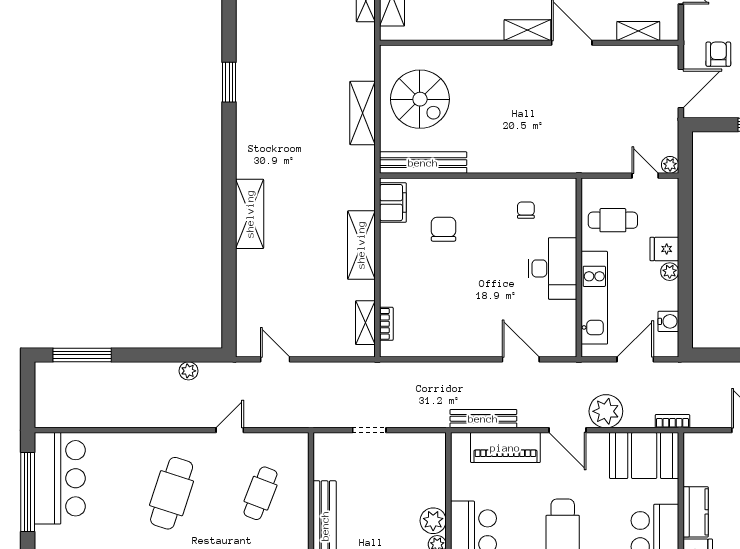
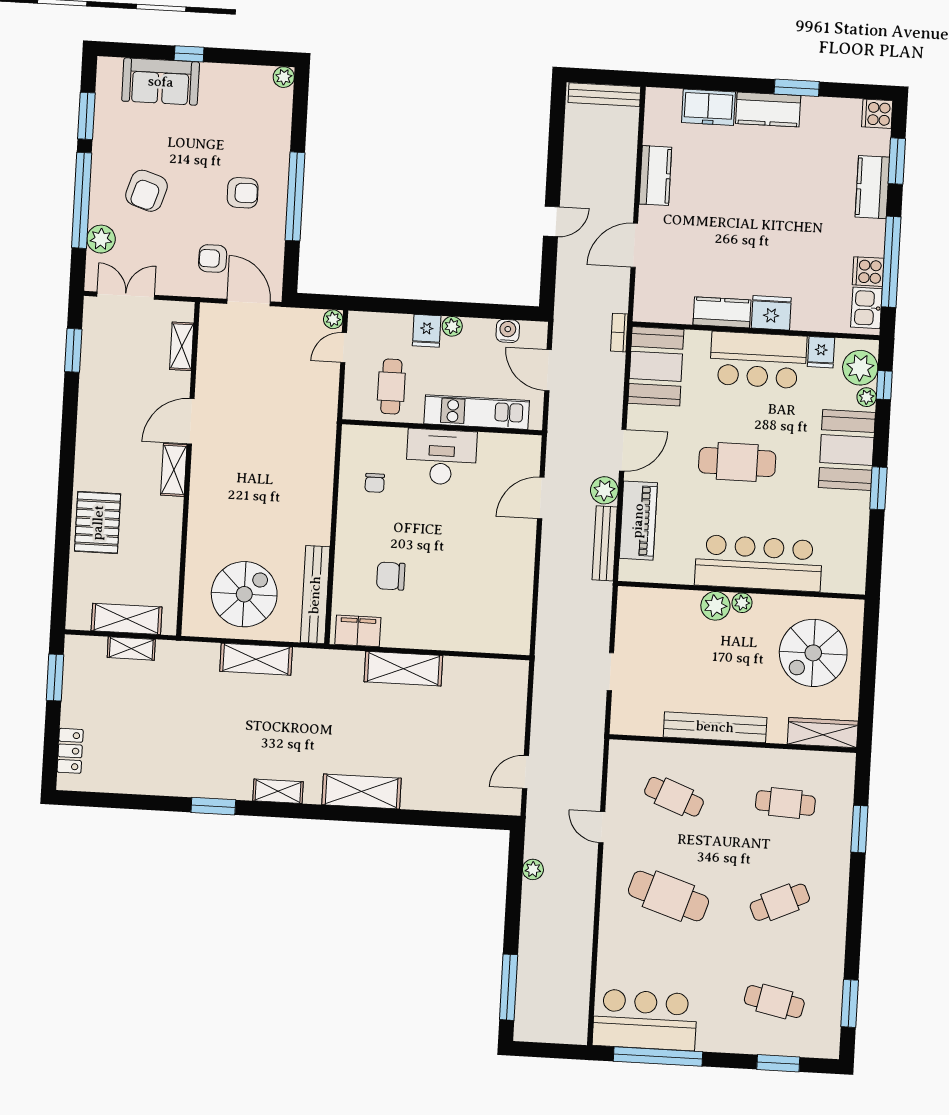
chair: (526, 210) -> (375, 483), turned -90
shelving: (365, 323) -> (278, 791), moved
bookcase: (386, 324) -> (493, 646), removed
plant: (606, 411) -> (604, 490), moved, width x0.73, depth x0.73

